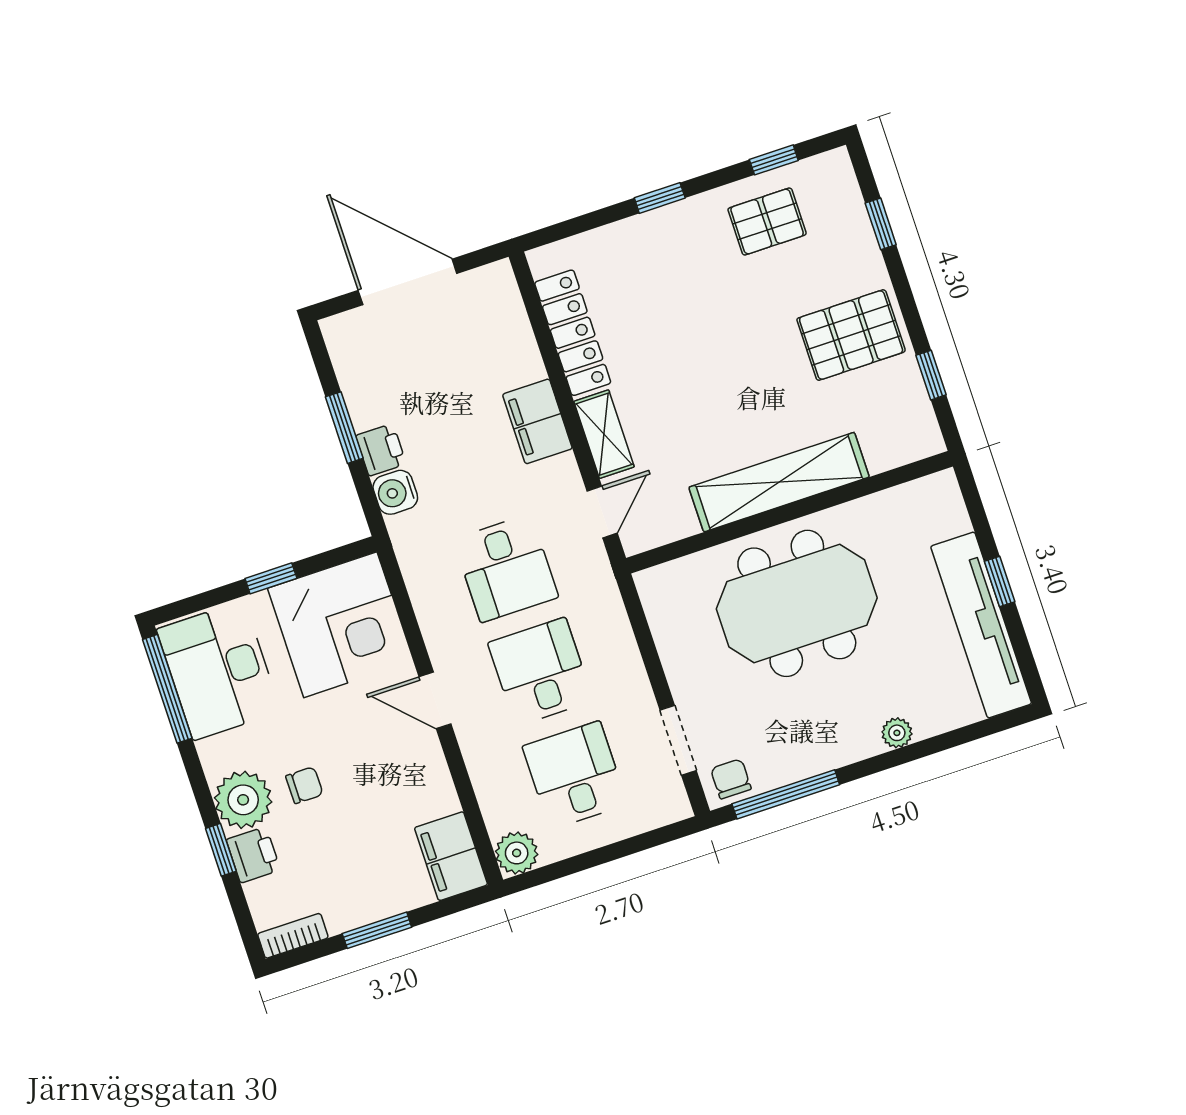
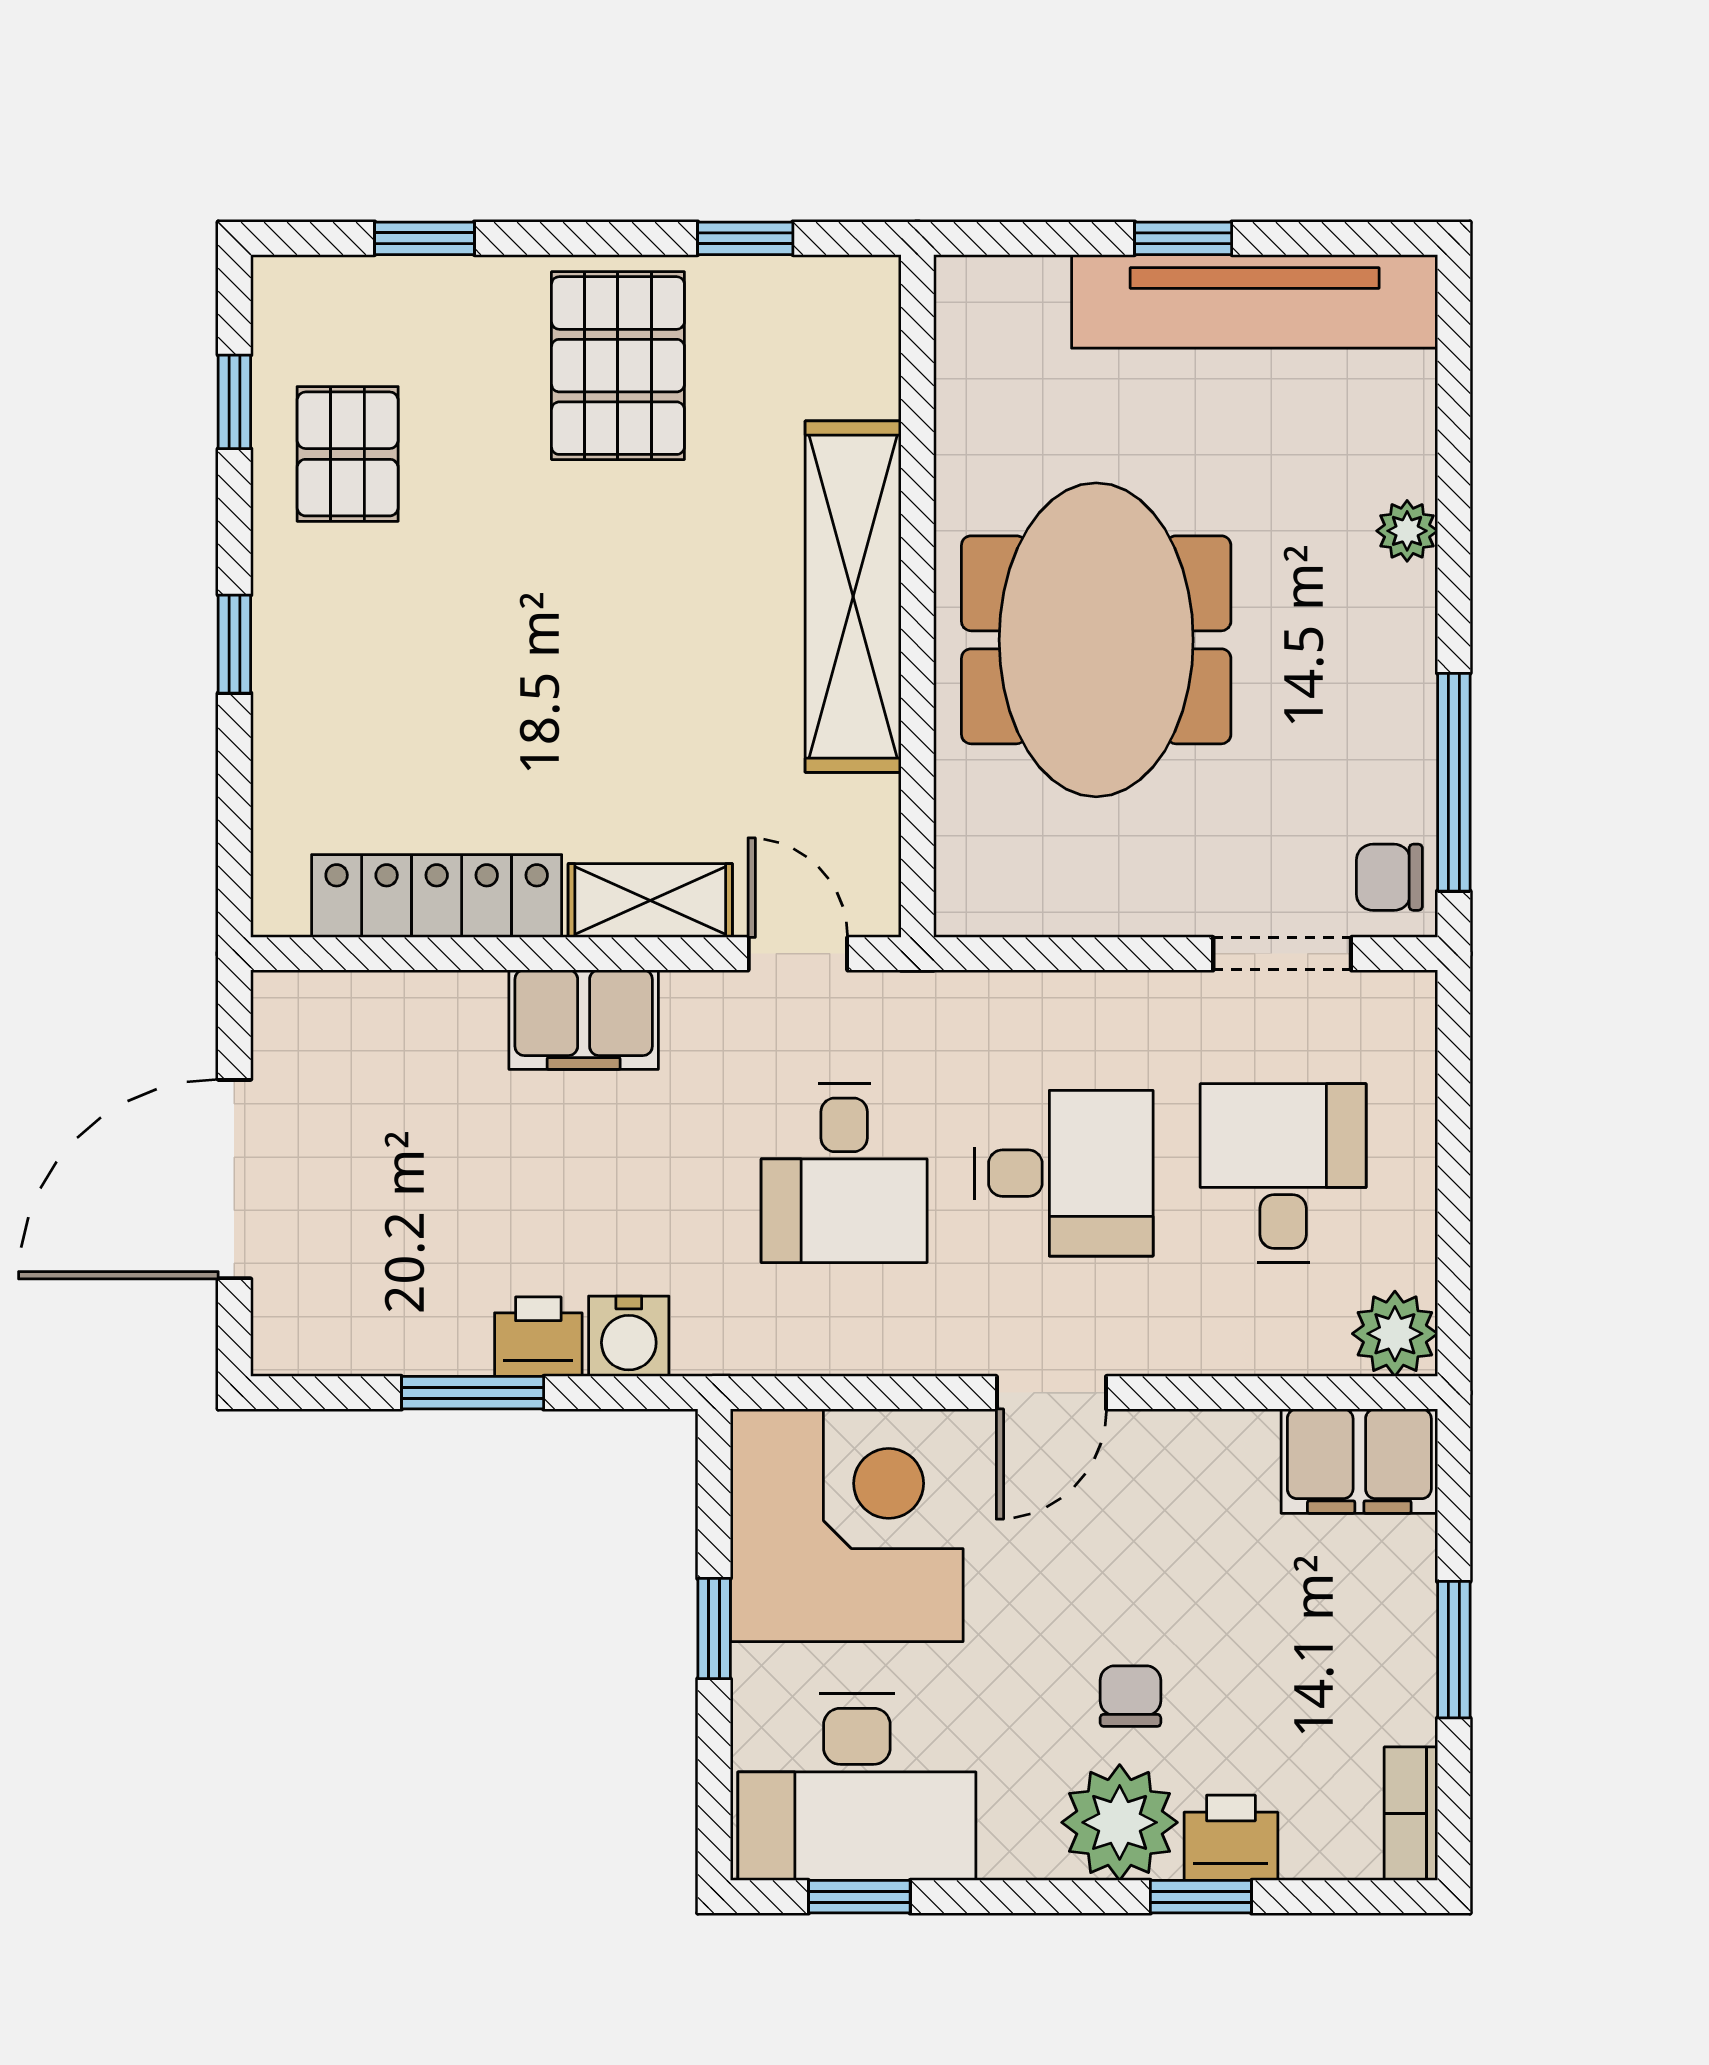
desk: (506, 568) -> (844, 1173), turned 90
desk: (540, 672) -> (1064, 1173), turned 180
window: (167, 689) -> (859, 1897), width x0.46
desk: (575, 775) -> (1283, 1173), turned 90

